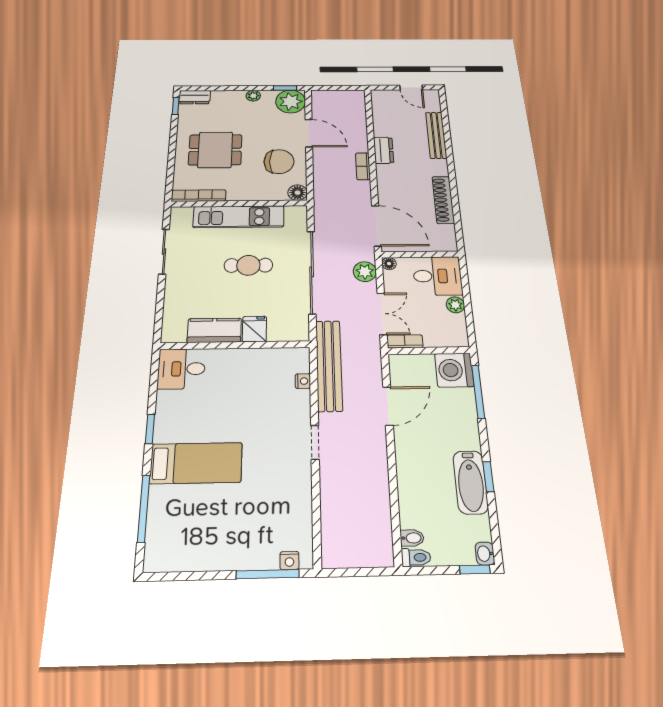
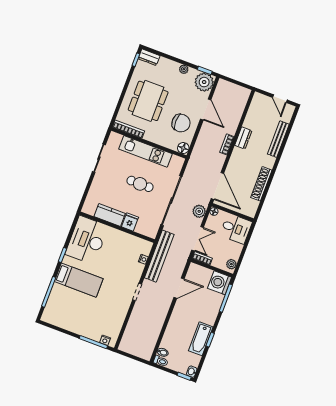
dining table: (215, 150) -> (148, 101), width x1.38
plant: (455, 305) -> (231, 264), moved
desk: (181, 369) -> (87, 240), width x1.87, depth x1.30

